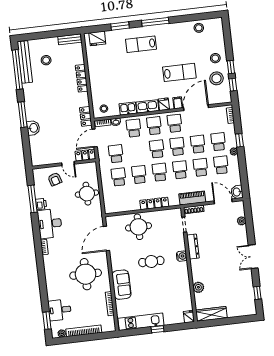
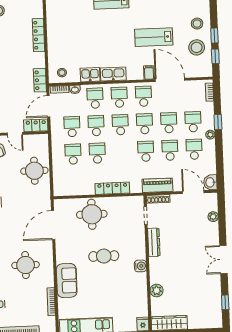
lab bench: (179, 72) -> (154, 37), turned 180
fridge: (164, 104) -> (133, 73), removed
door: (196, 108) -> (170, 80), hinge flipped
school desk: (160, 172) -> (96, 126), moved
water cooler: (182, 256) -> (140, 266), moved
round table: (86, 274) -> (26, 265), width x0.73, depth x0.73

